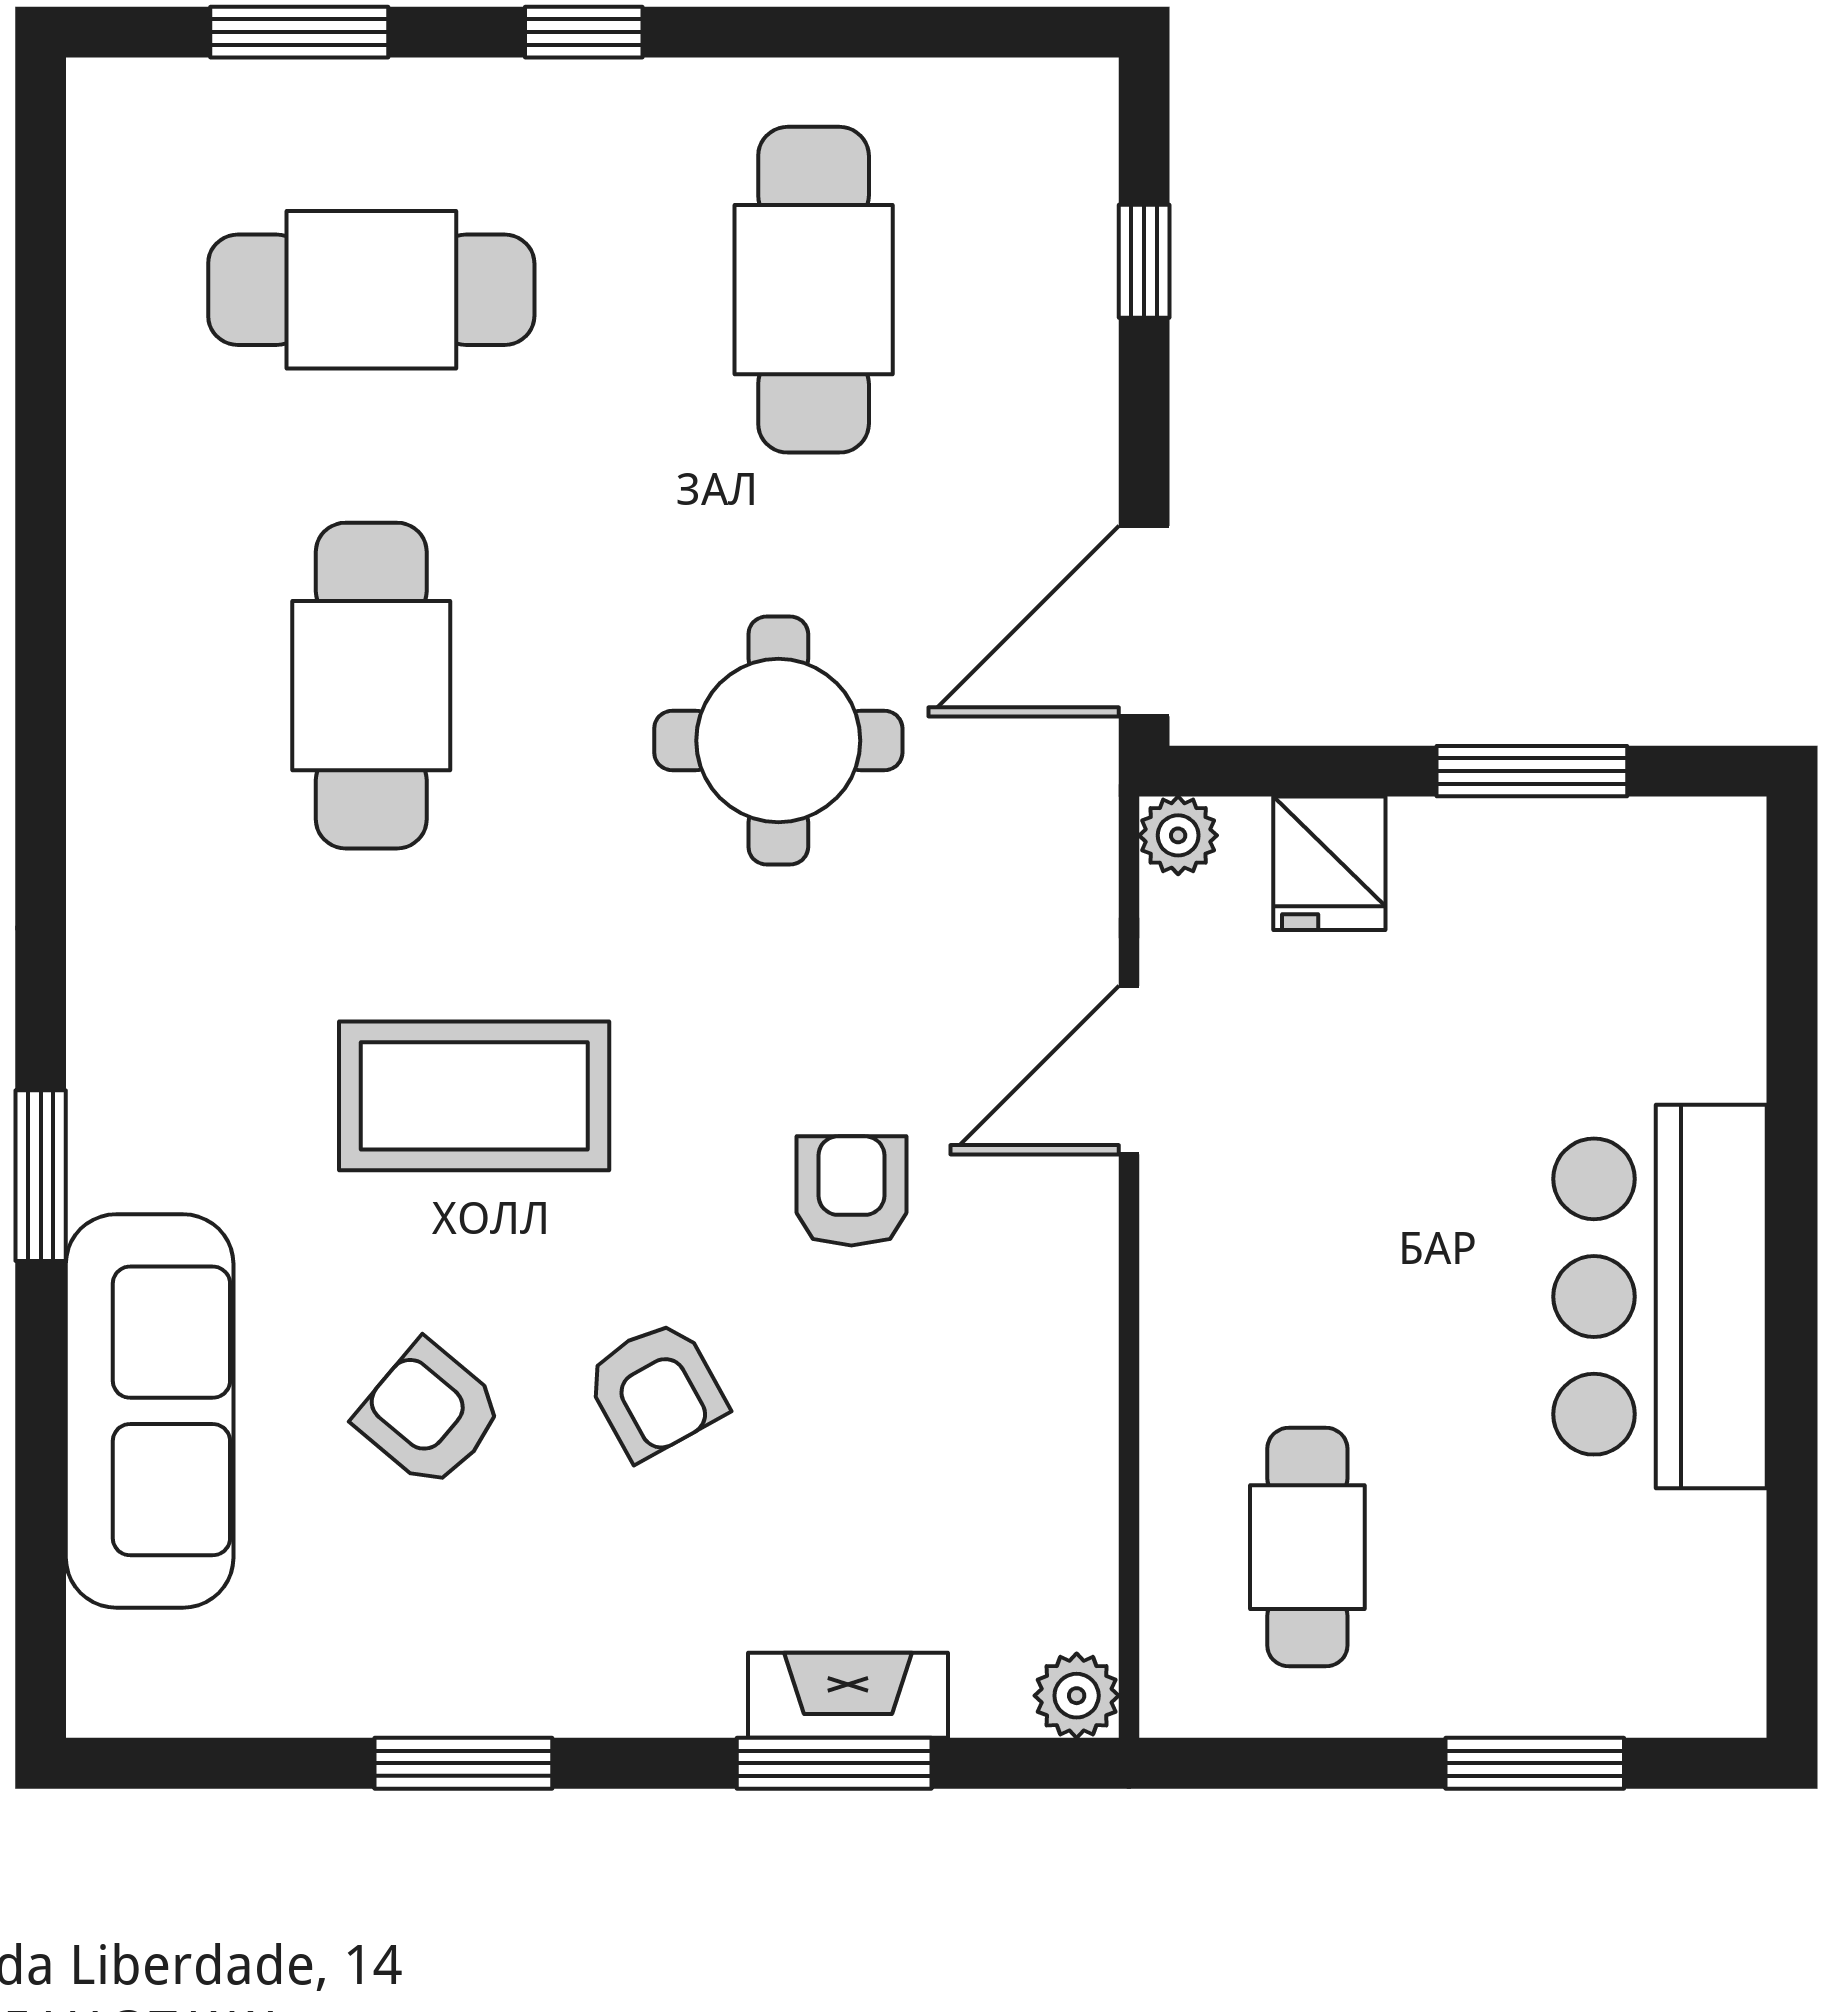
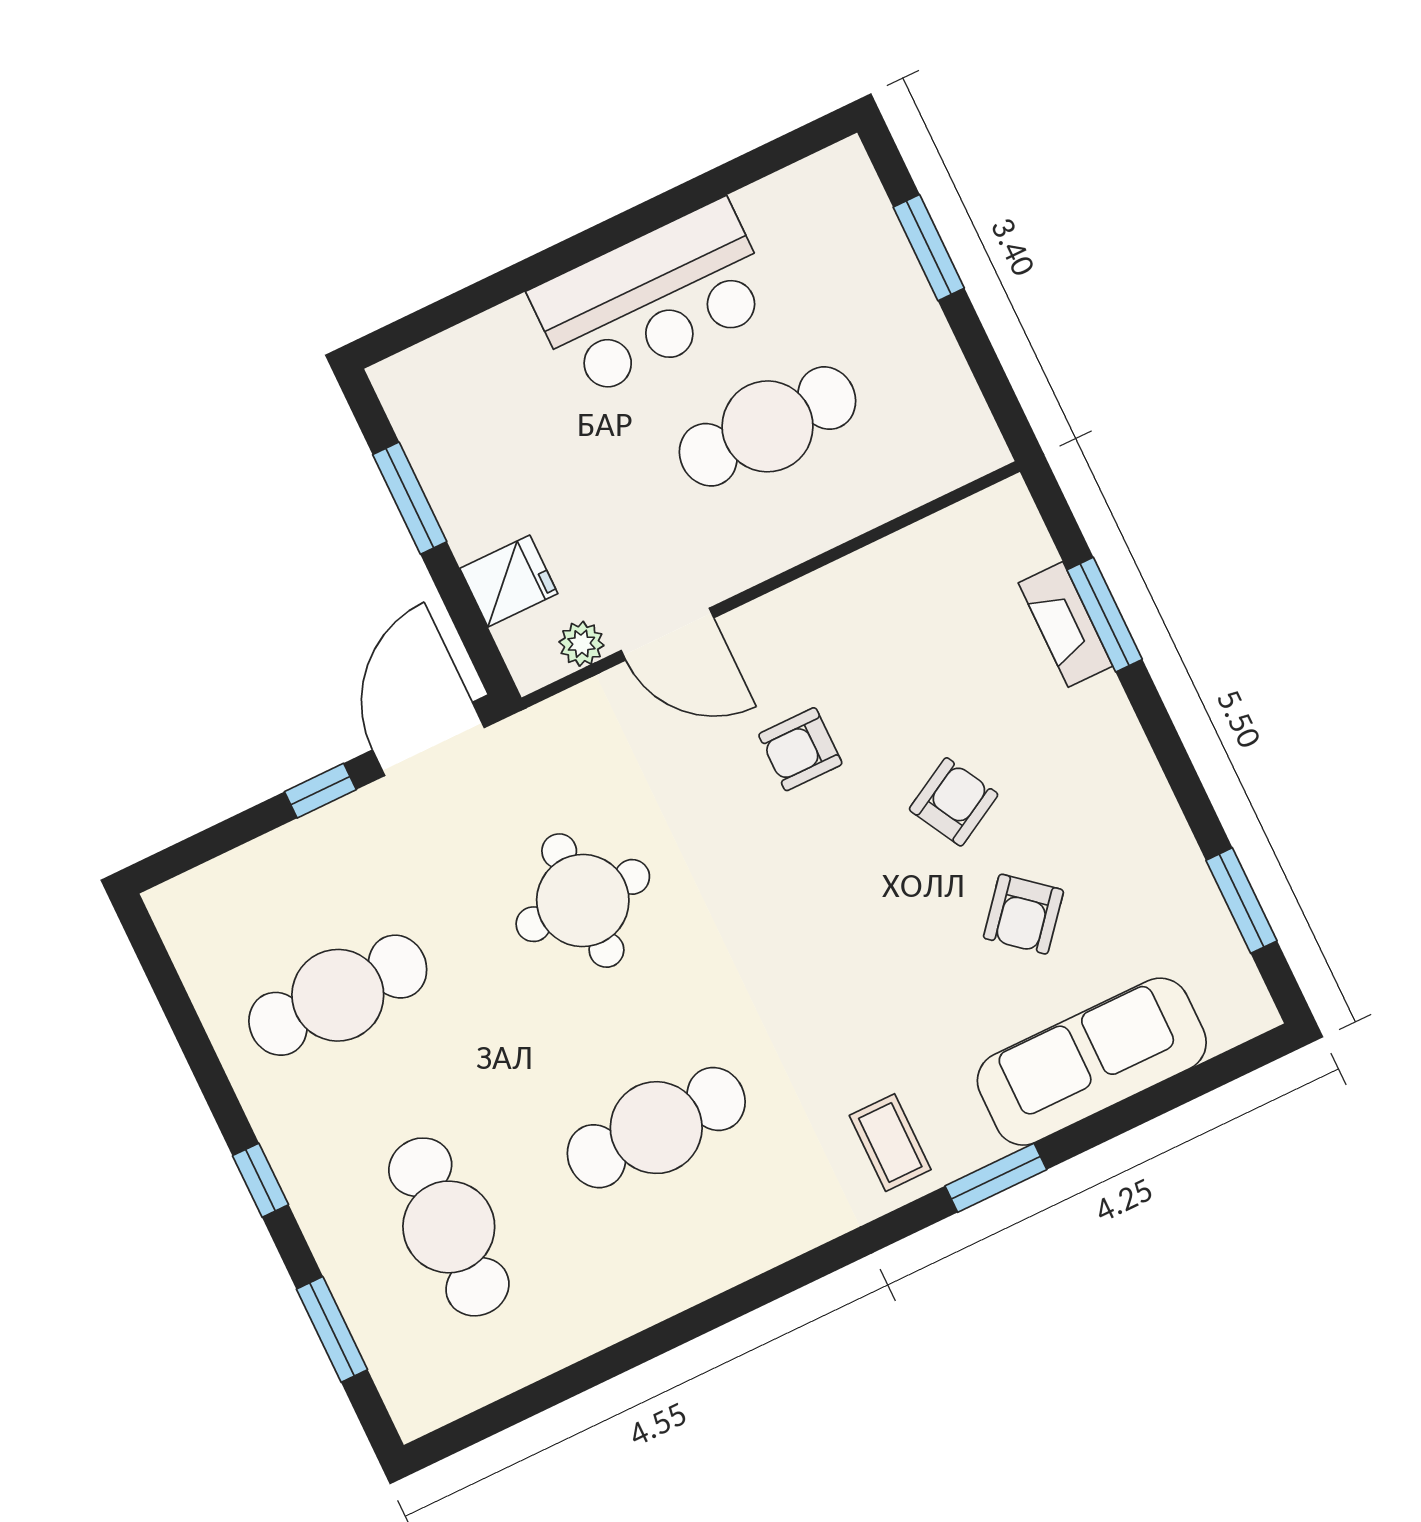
window: (1144, 261) -> (320, 791), moved
door: (1144, 621) -> (428, 739), swing flipped
plant: (1178, 835) -> (581, 644), moved
coffee table: (474, 1096) -> (890, 1143), moved, width x0.54, depth x0.58
cafe table: (1307, 1547) -> (768, 426), moved, width x1.37, depth x1.35
plant: (1077, 1696) -> (1008, 505), removed
window: (463, 1763) -> (1242, 901), moved

